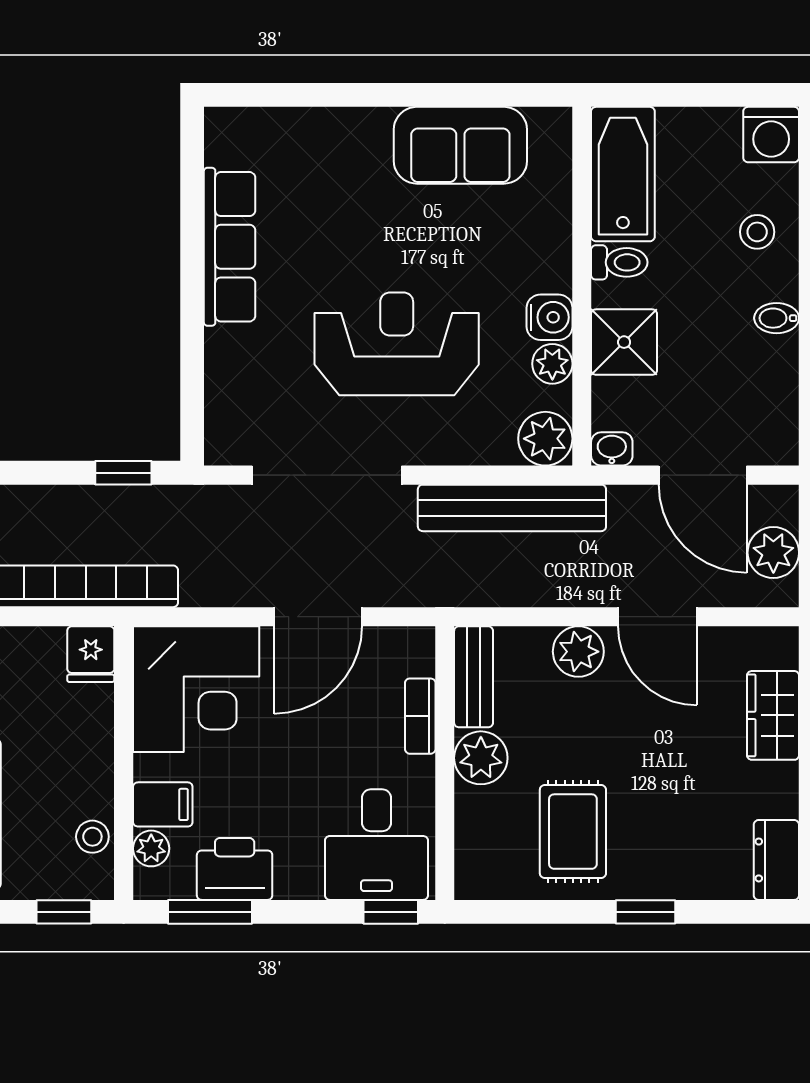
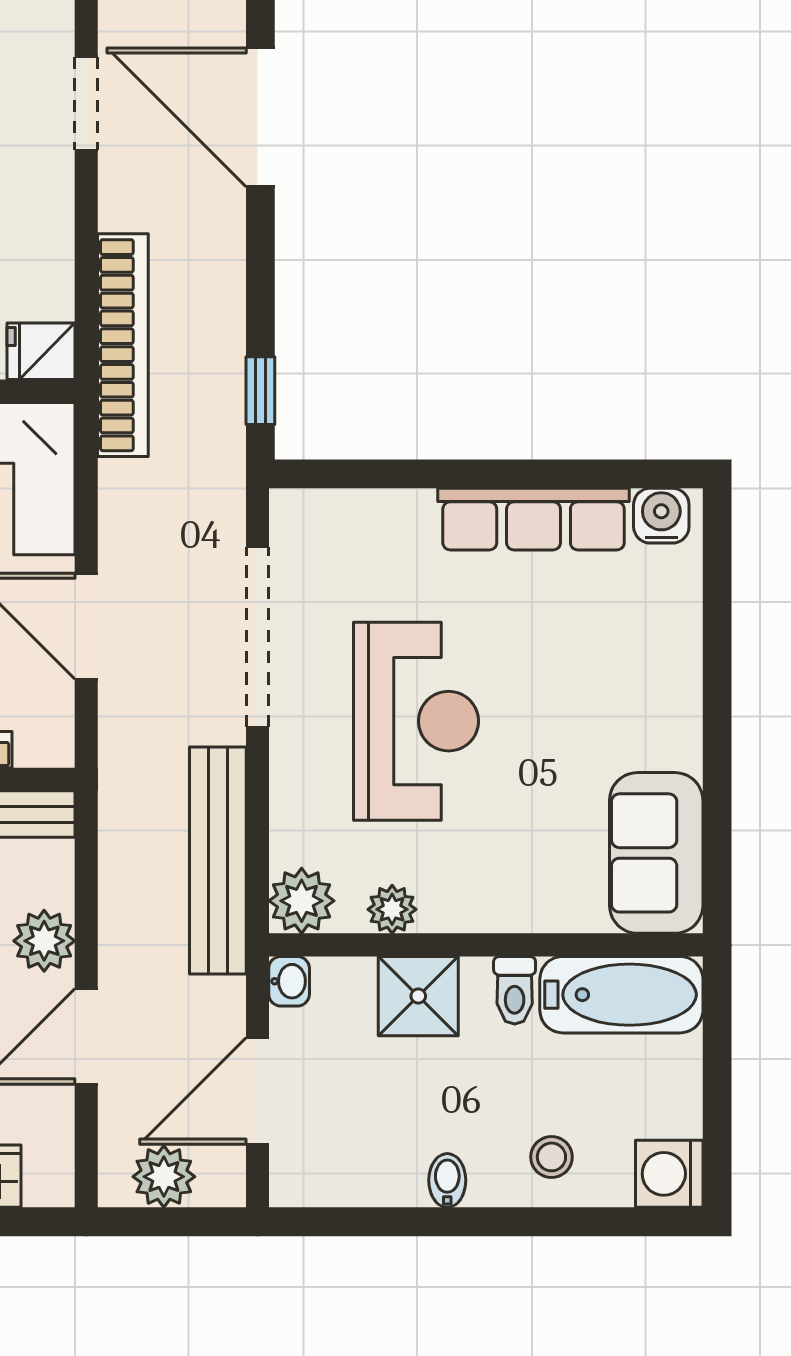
sofa: (460, 145) -> (656, 853), moved
water cooler: (549, 317) -> (661, 516), moved, turned 180

